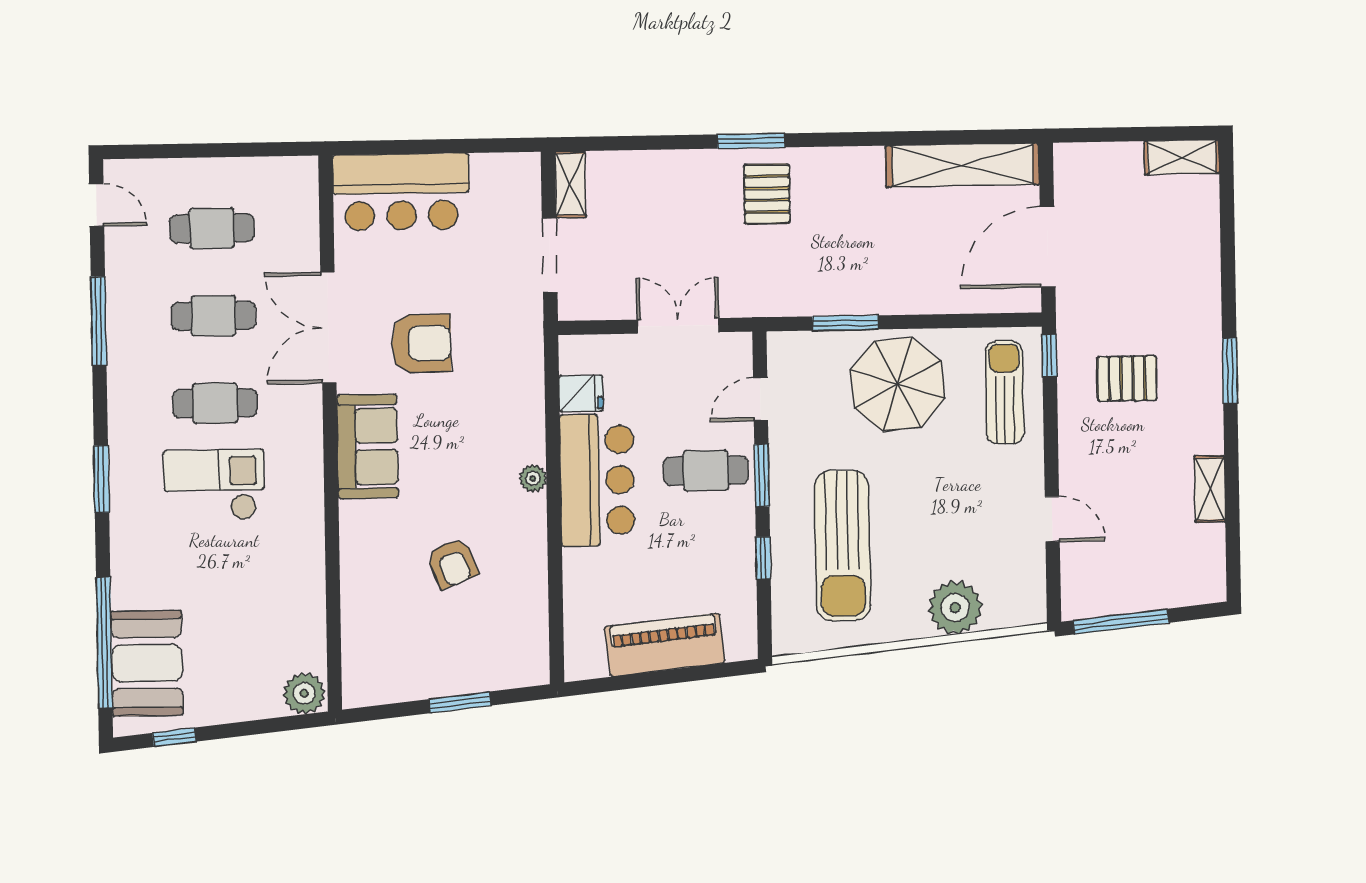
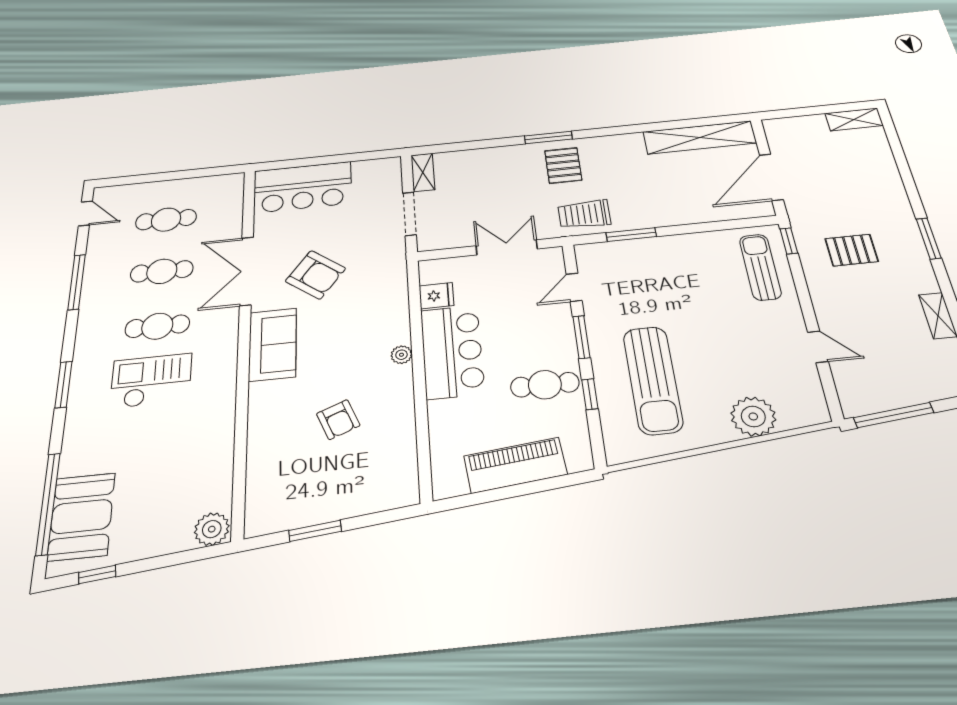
trolley: (787, 282) -> (584, 214), added
armchair: (421, 343) -> (315, 275), turned 37
parasol: (898, 384) -> (677, 269), removed
cafe table: (706, 471) -> (545, 385), moved
window: (460, 702) -> (315, 531), moved

